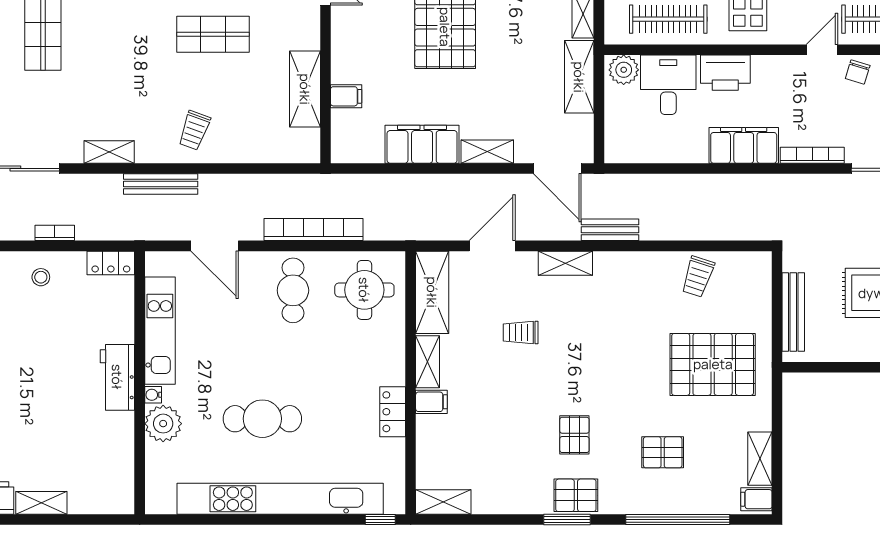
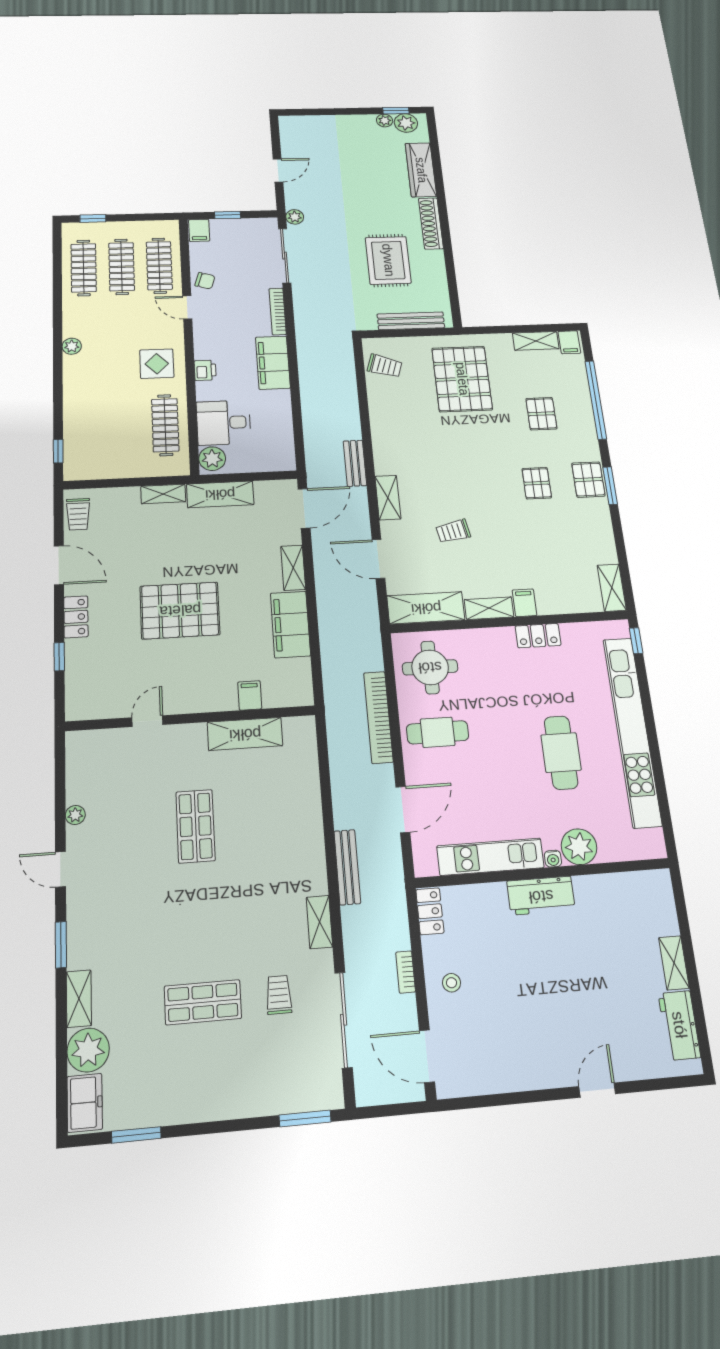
printer: (725, 73) -> (205, 370), width x0.53, depth x0.68
trolley: (194, 130) -> (279, 995), moved, turned -110
trolley: (698, 277) -> (385, 366), moved
trolley: (521, 332) -> (453, 531), turned 79
pallet: (574, 435) -> (537, 483), turned 90

